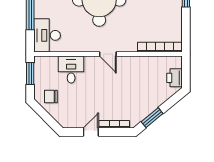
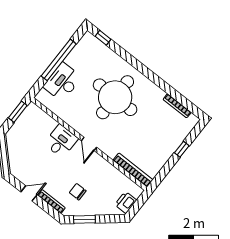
desk: (47, 35) -> (62, 82), moved
desk: (71, 70) -> (61, 141), moved
chair: (51, 96) -> (78, 192), moved

